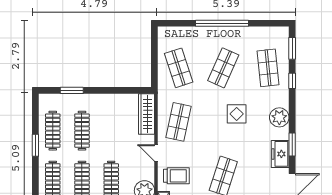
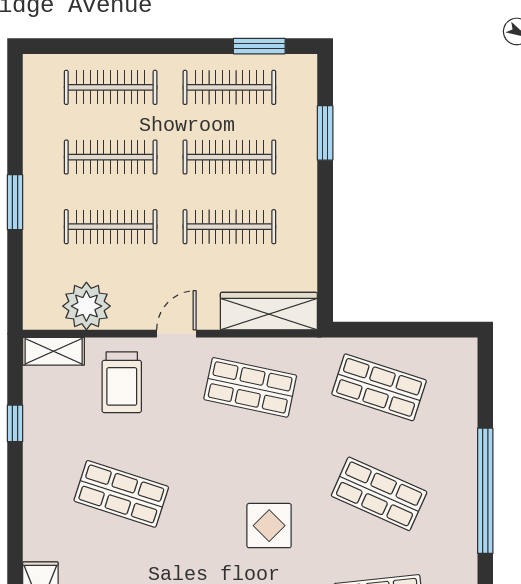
shop shelf: (179, 68) -> (379, 387), turned 36
clothes rail: (111, 131) -> (229, 227), added
window: (35, 145) -> (259, 46), moved

